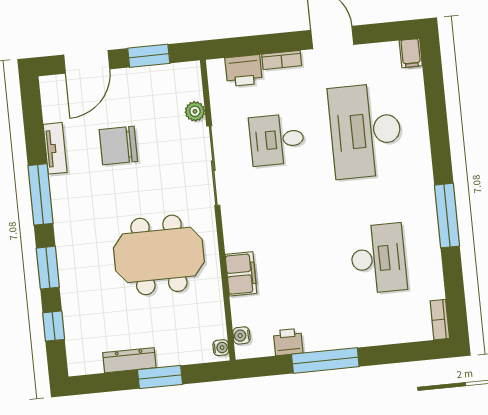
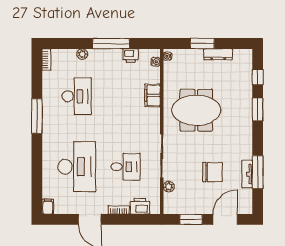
window: (40, 194) -> (258, 172), moved
desk: (378, 259) -> (77, 96), turned 180
plant: (376, 336) -> (82, 54), added

